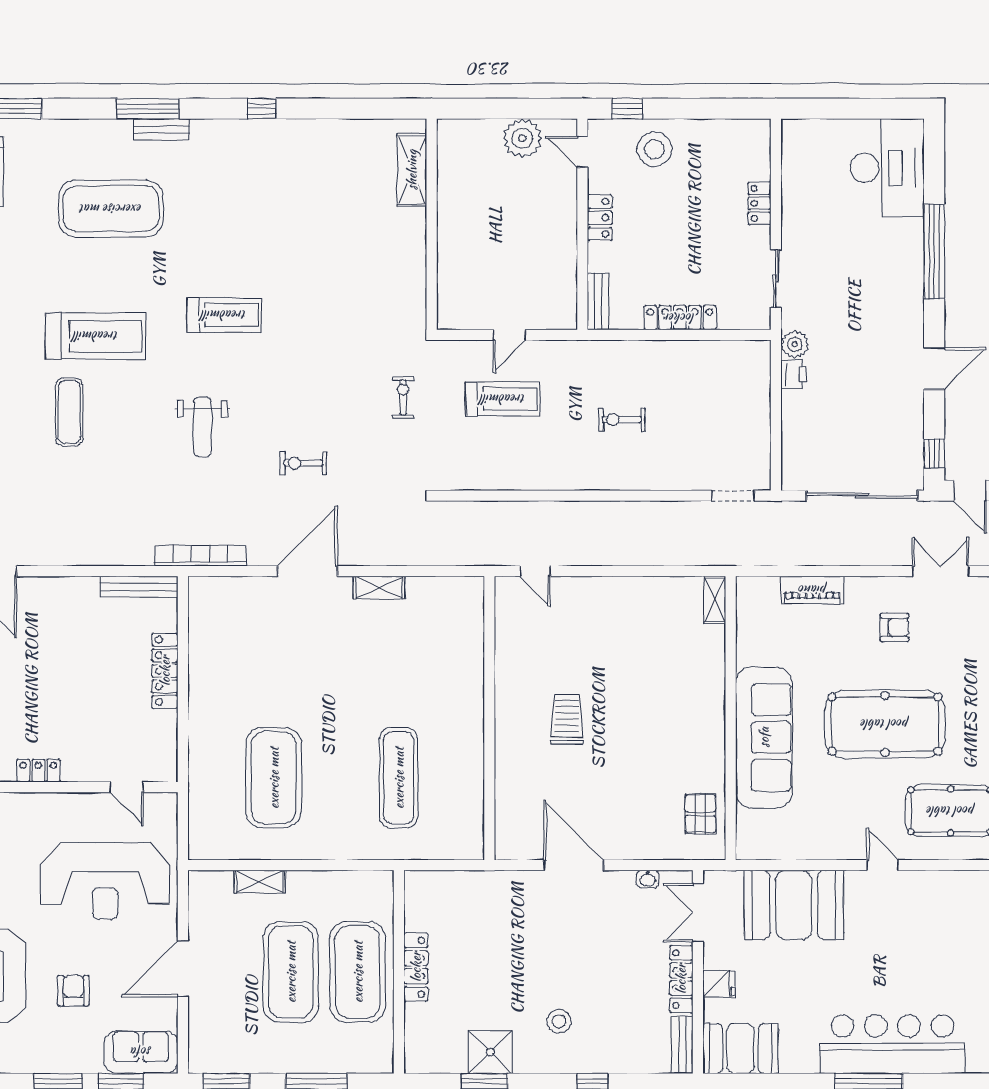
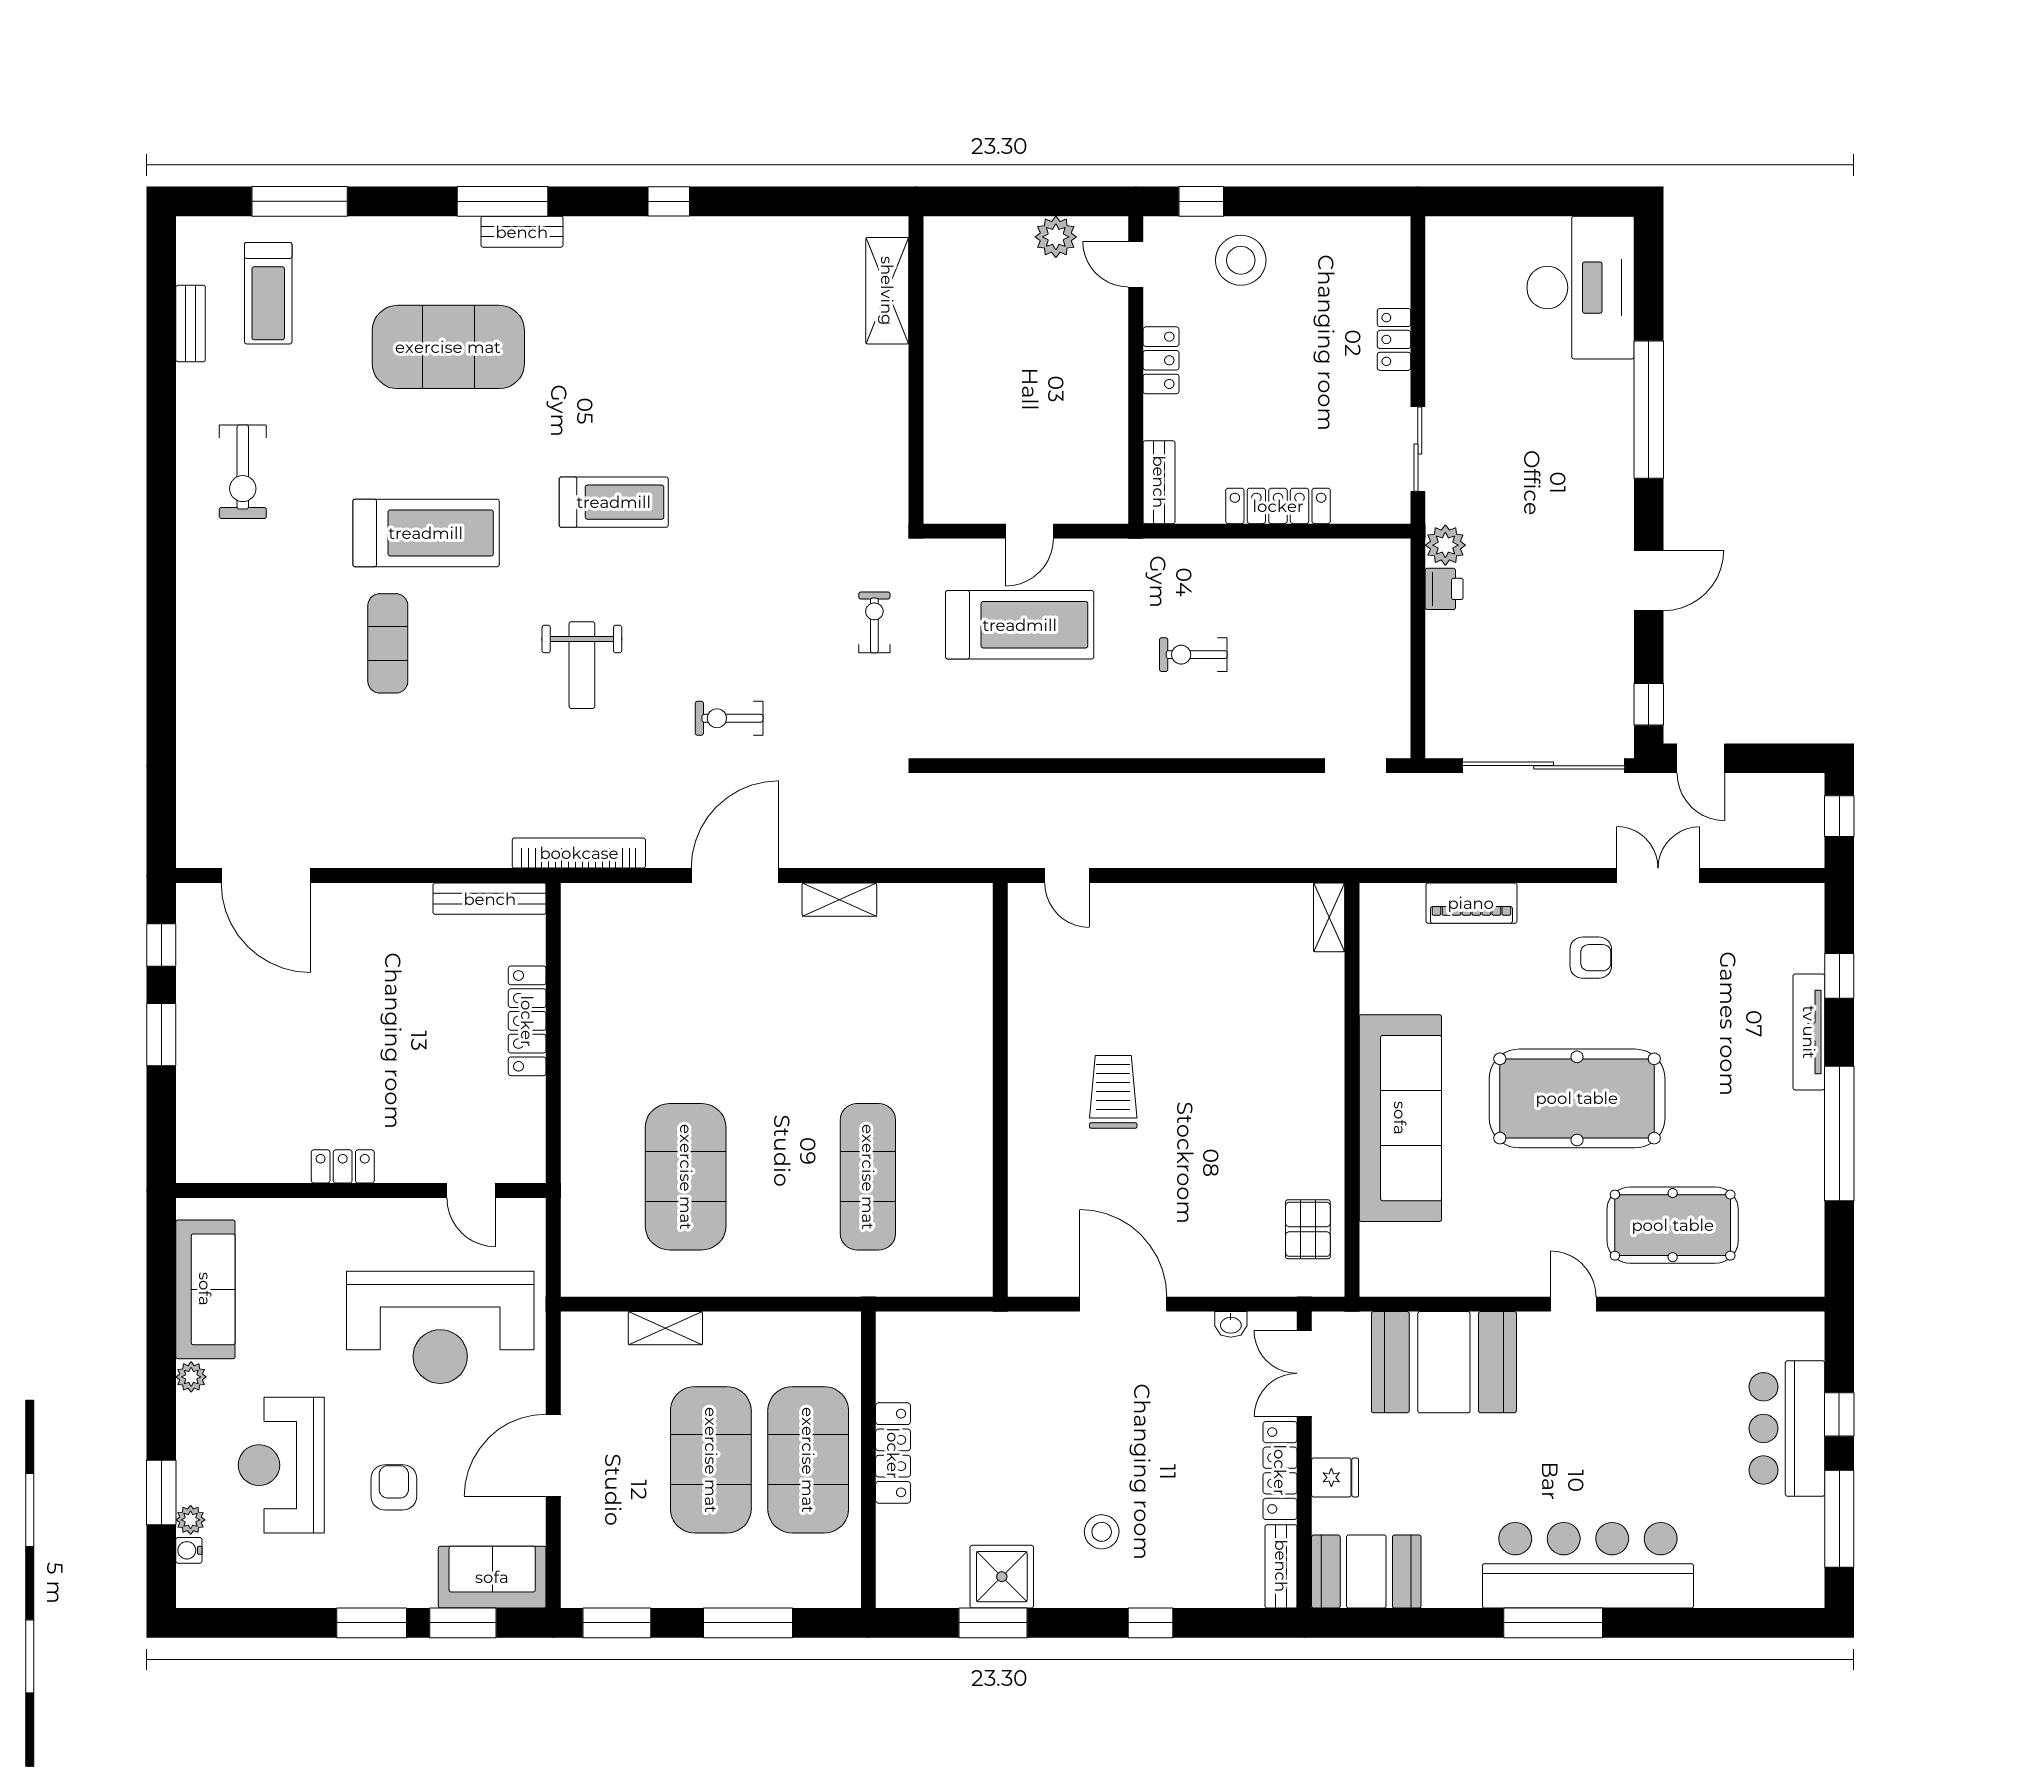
plant: (522, 138) -> (1056, 237), width x0.73, depth x0.73
treadmill: (503, 399) -> (1020, 625), width x1.37, depth x1.38

